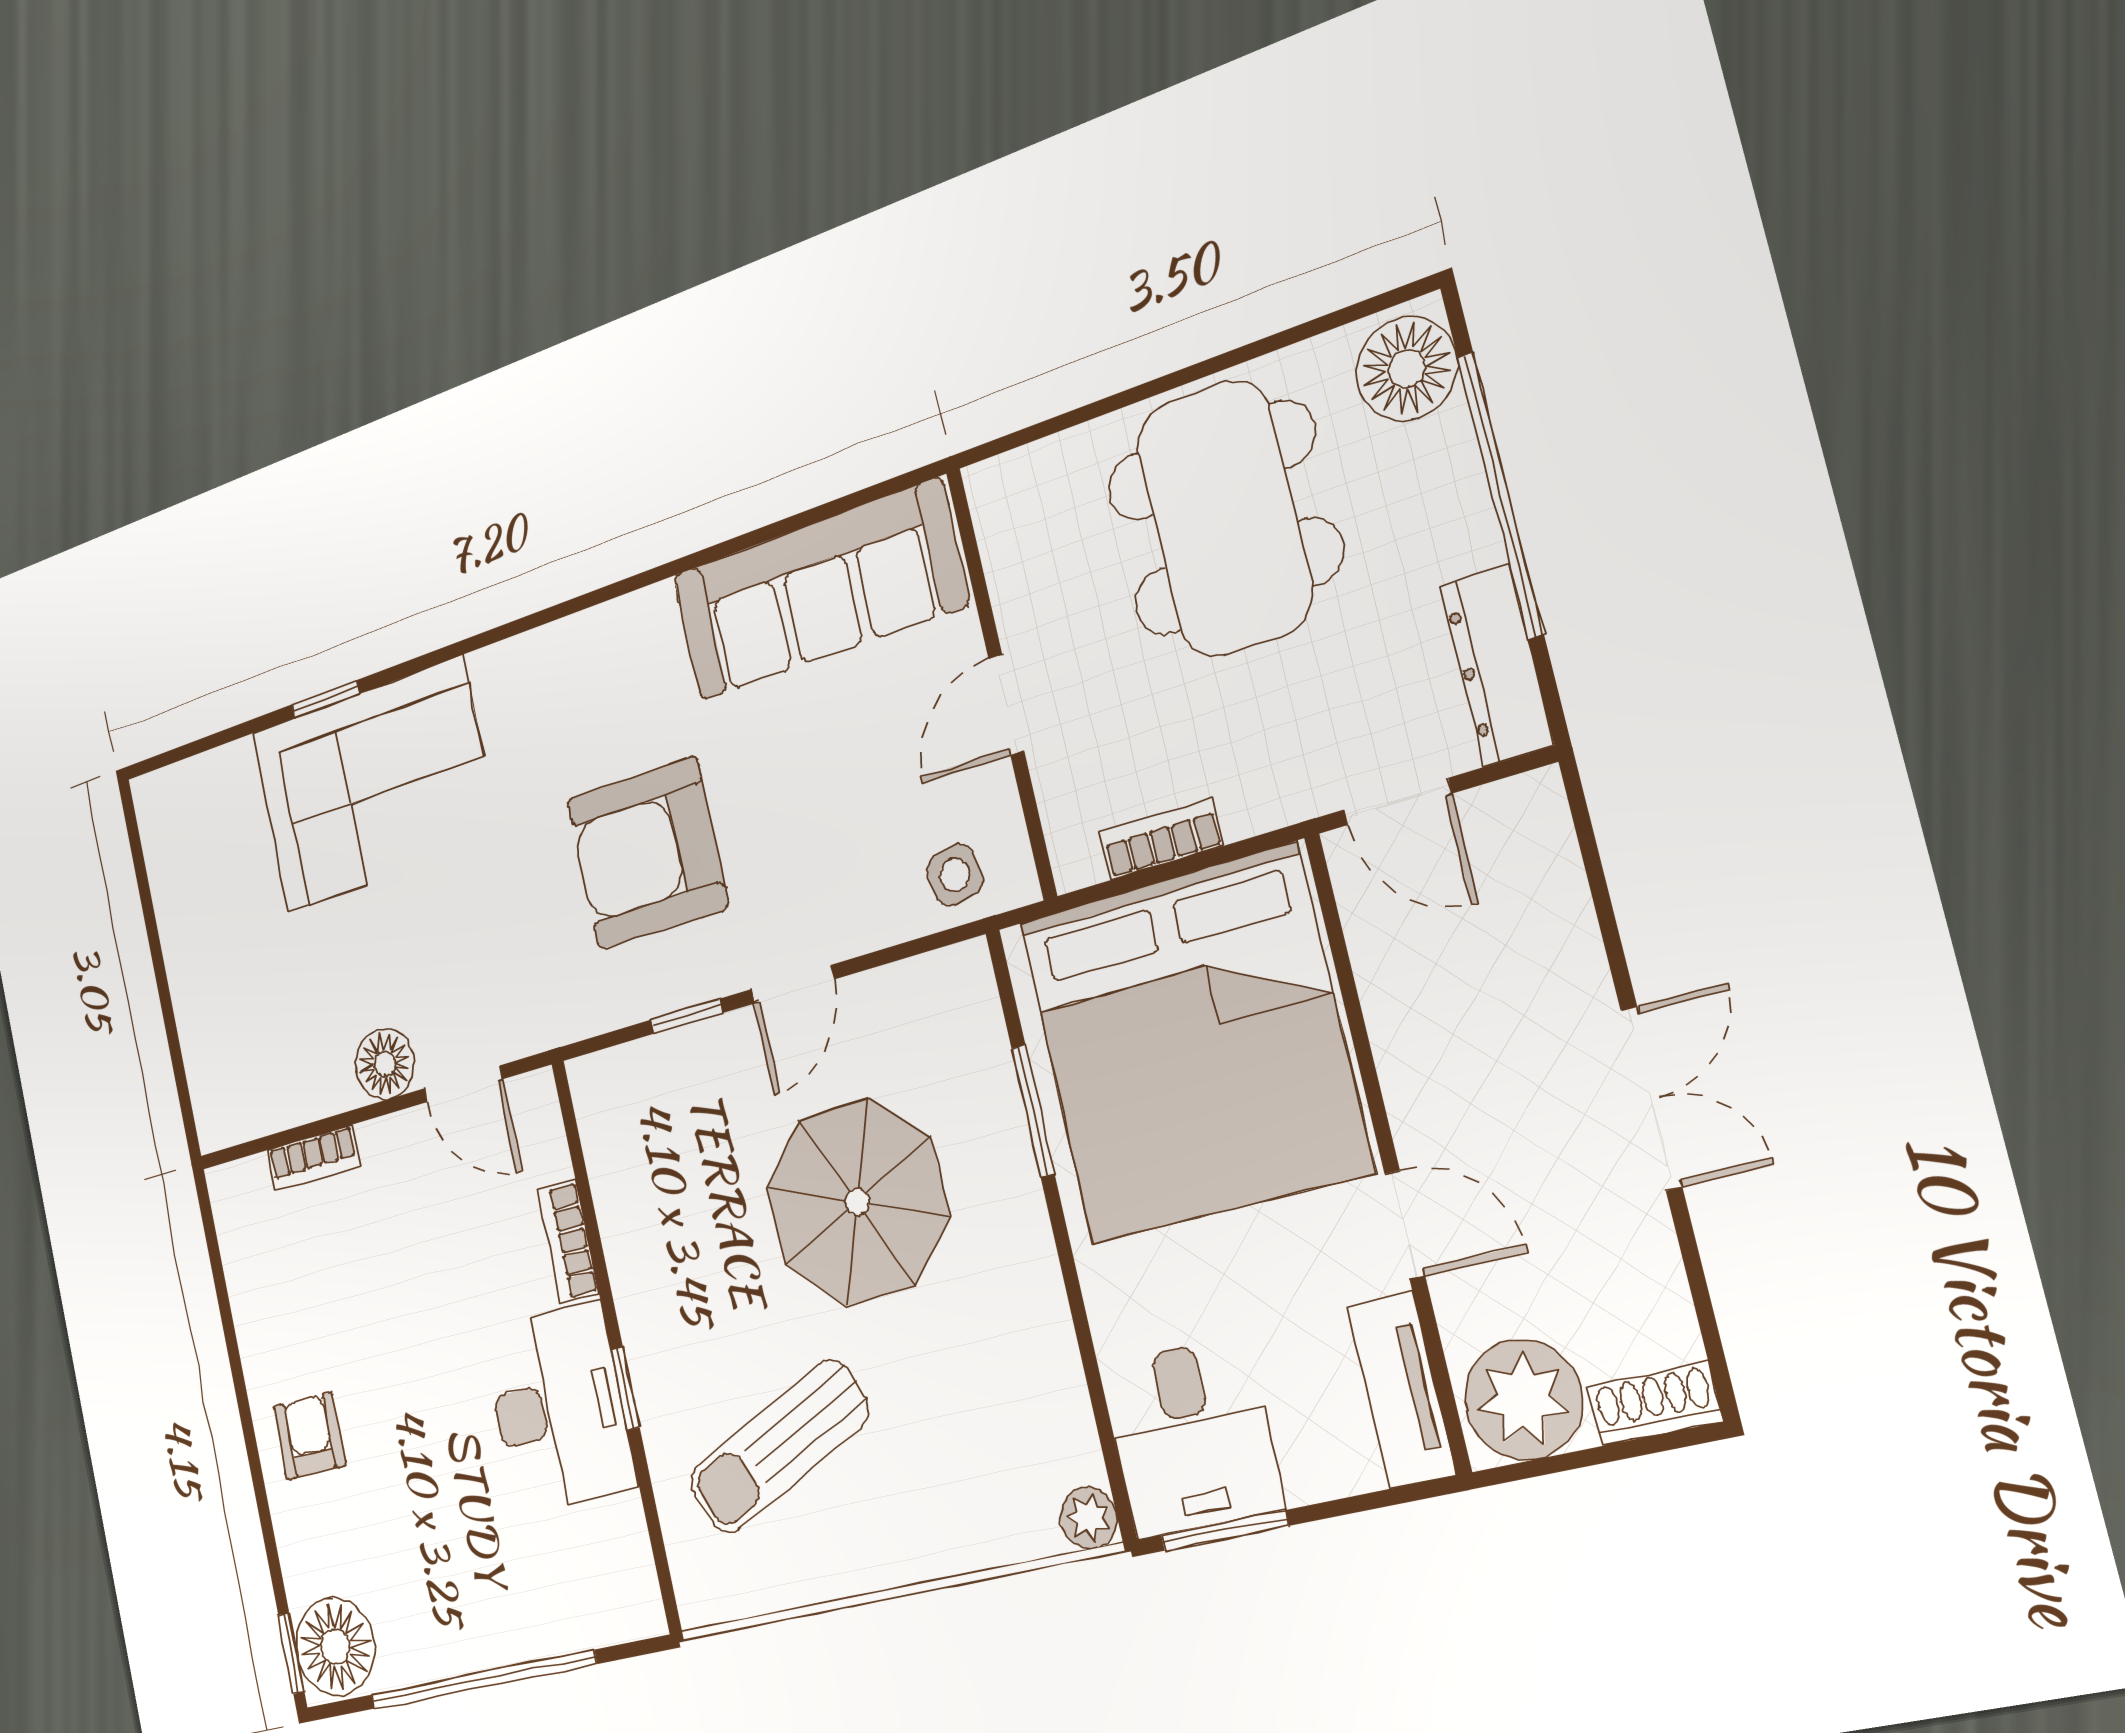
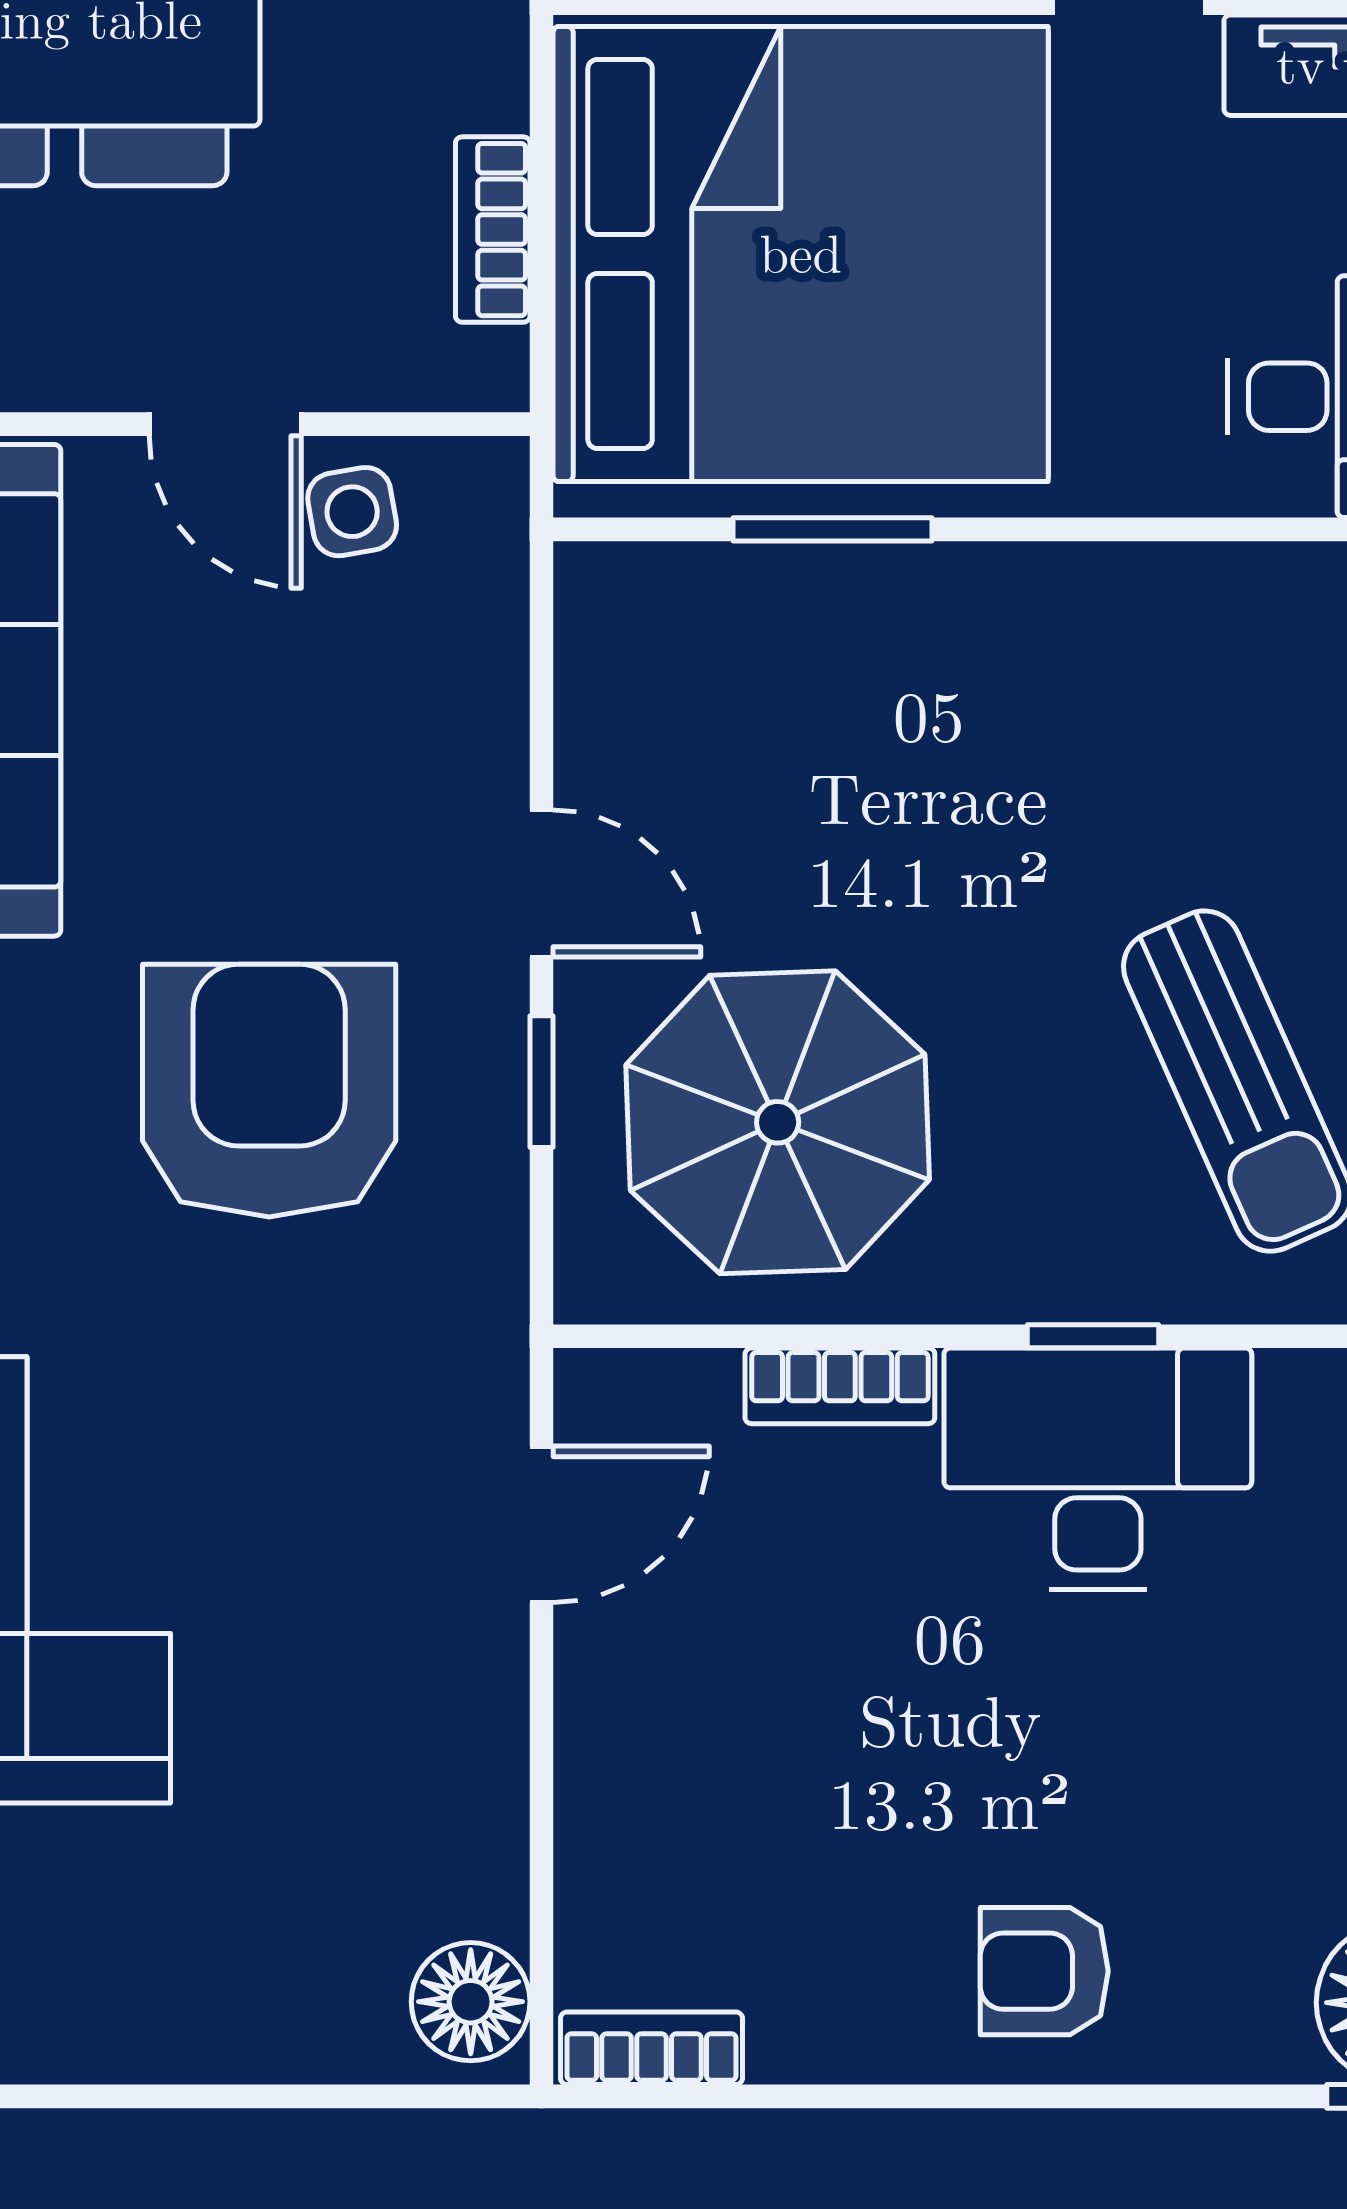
armchair: (647, 853) -> (269, 1091), turned 180
side table: (955, 875) -> (352, 512), moved
floor lamp: (385, 1064) -> (471, 2002), moved
bookcase: (313, 1158) -> (651, 2048), moved, turned -90
parasol: (857, 1202) -> (778, 1122), moved

